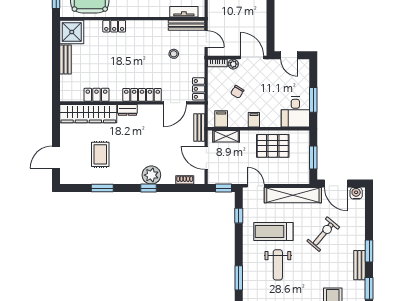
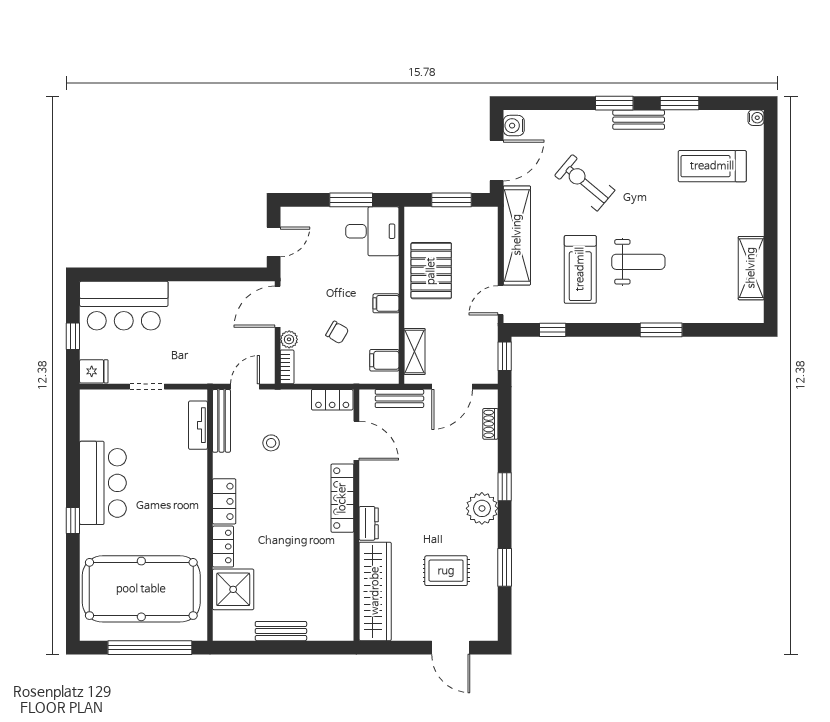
shower: (72, 32) -> (233, 589), moved
locker: (96, 95) -> (224, 501), moved, turned 180
plant: (151, 175) -> (482, 508), moved

